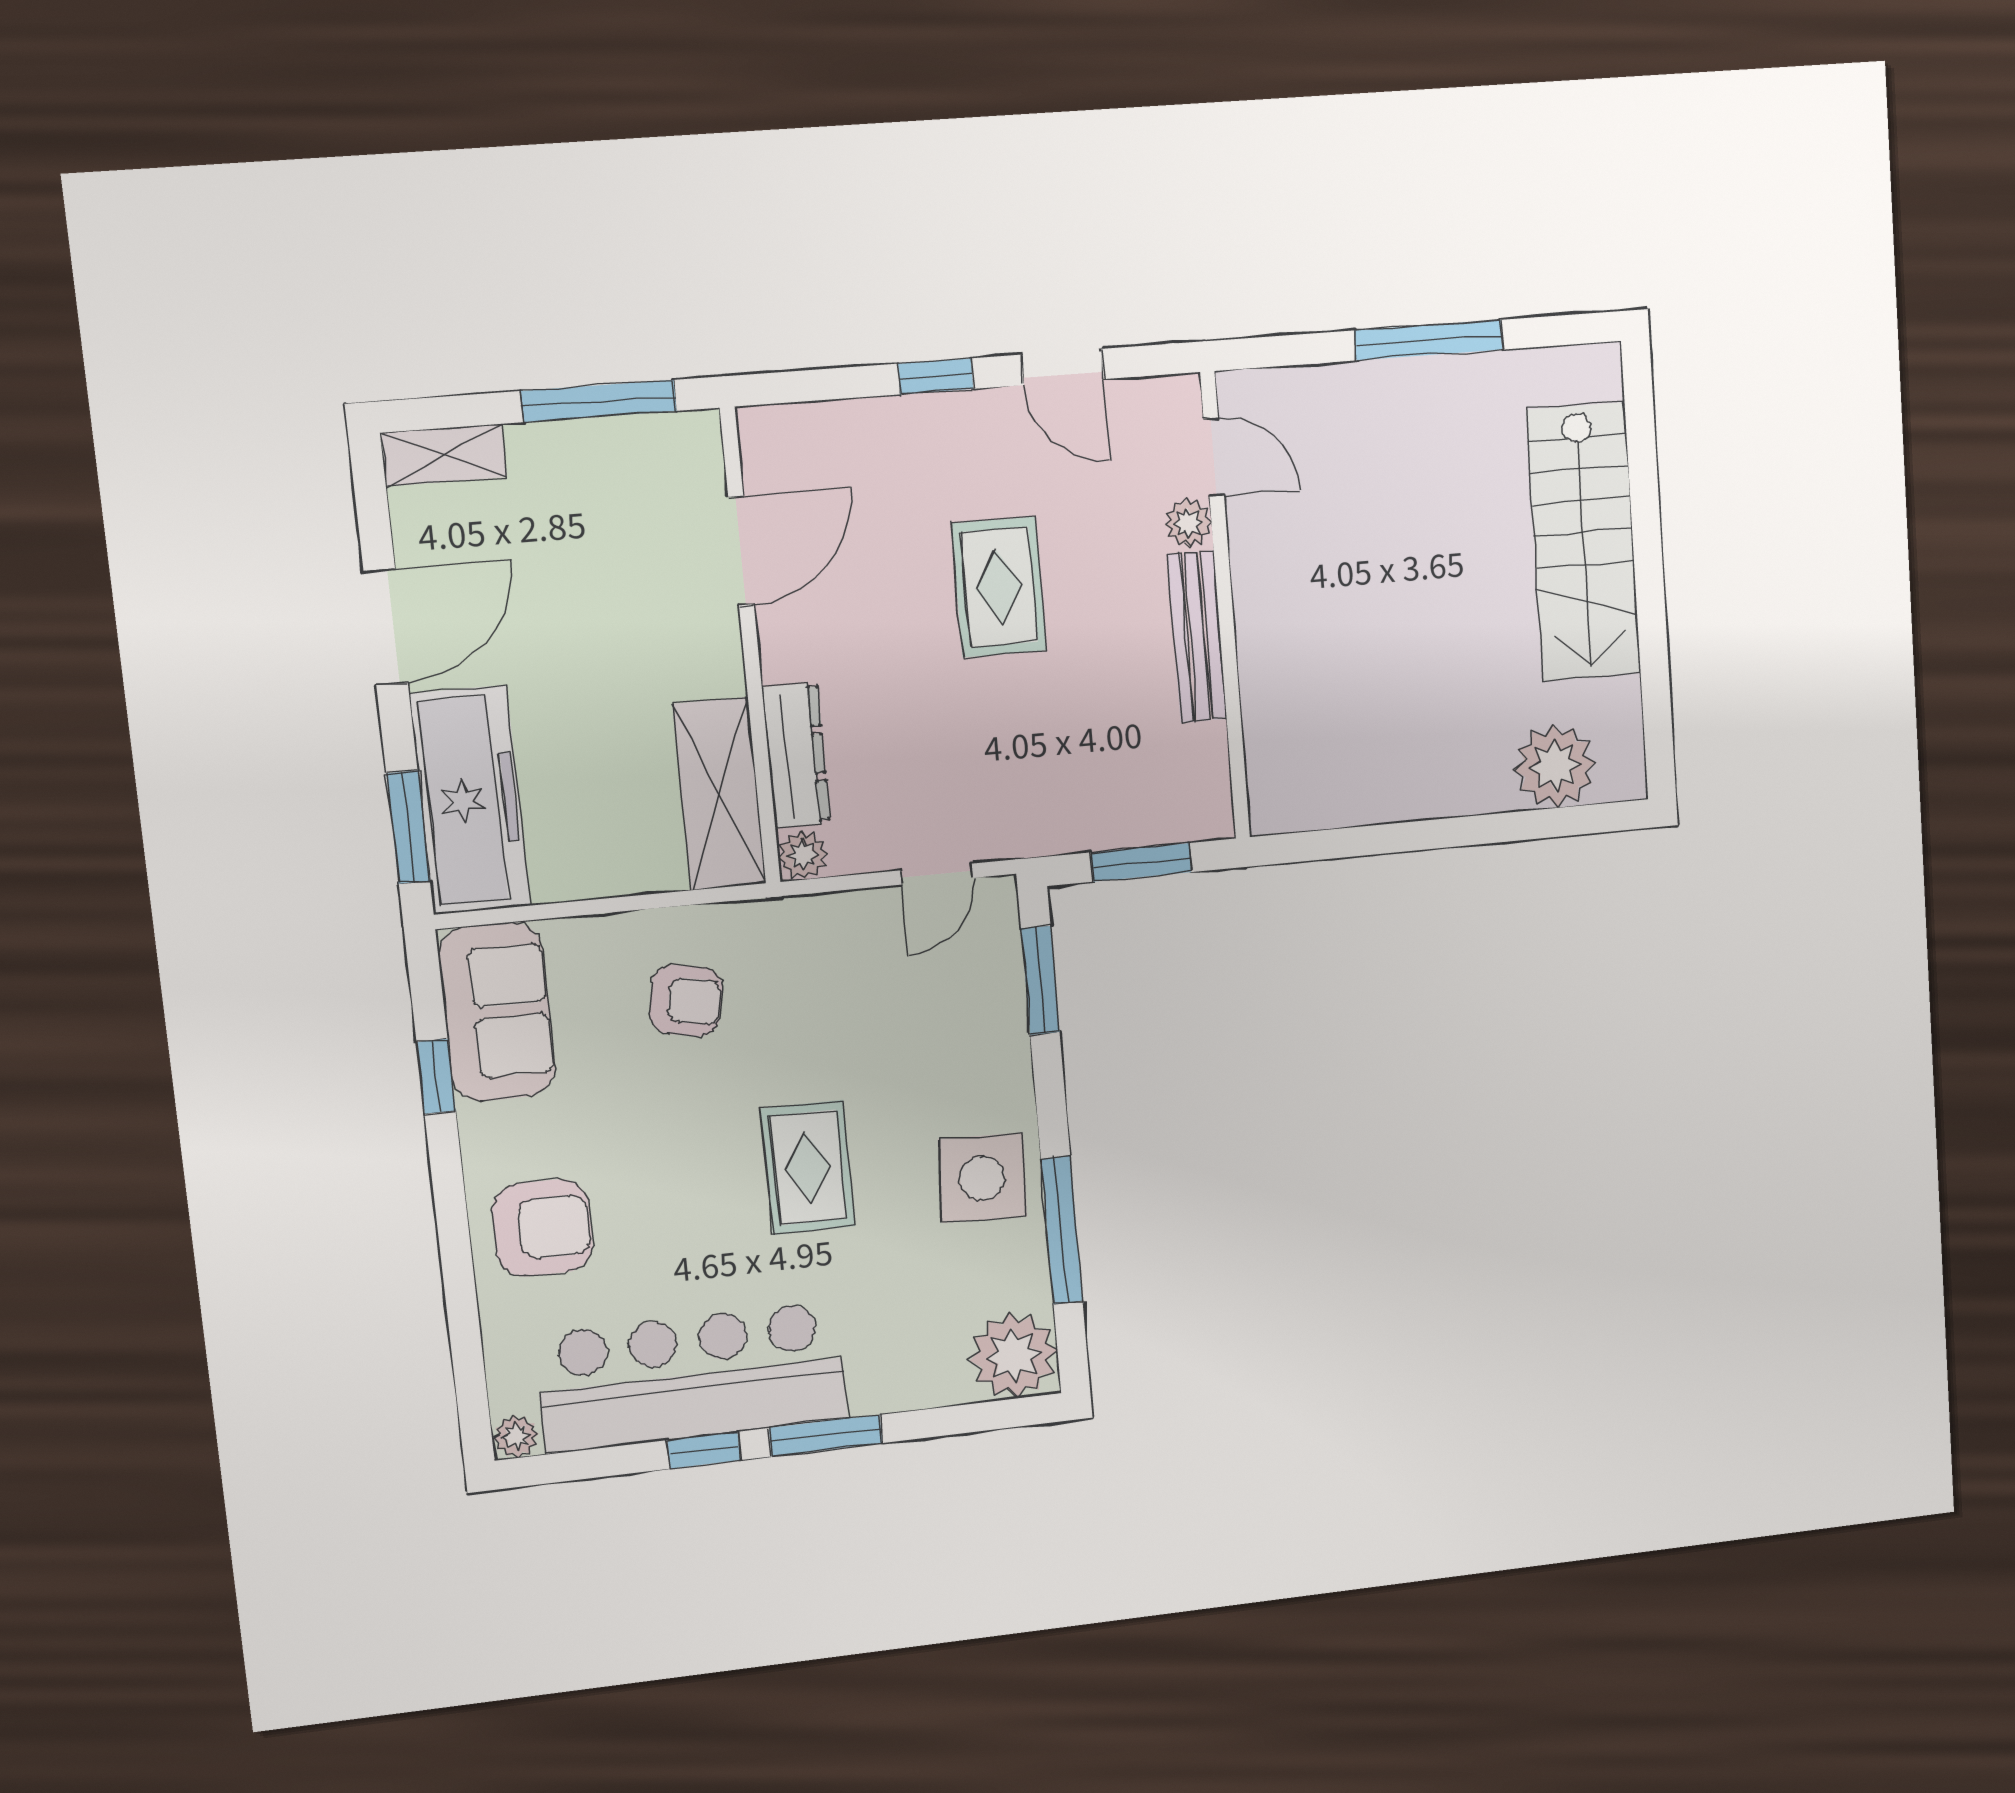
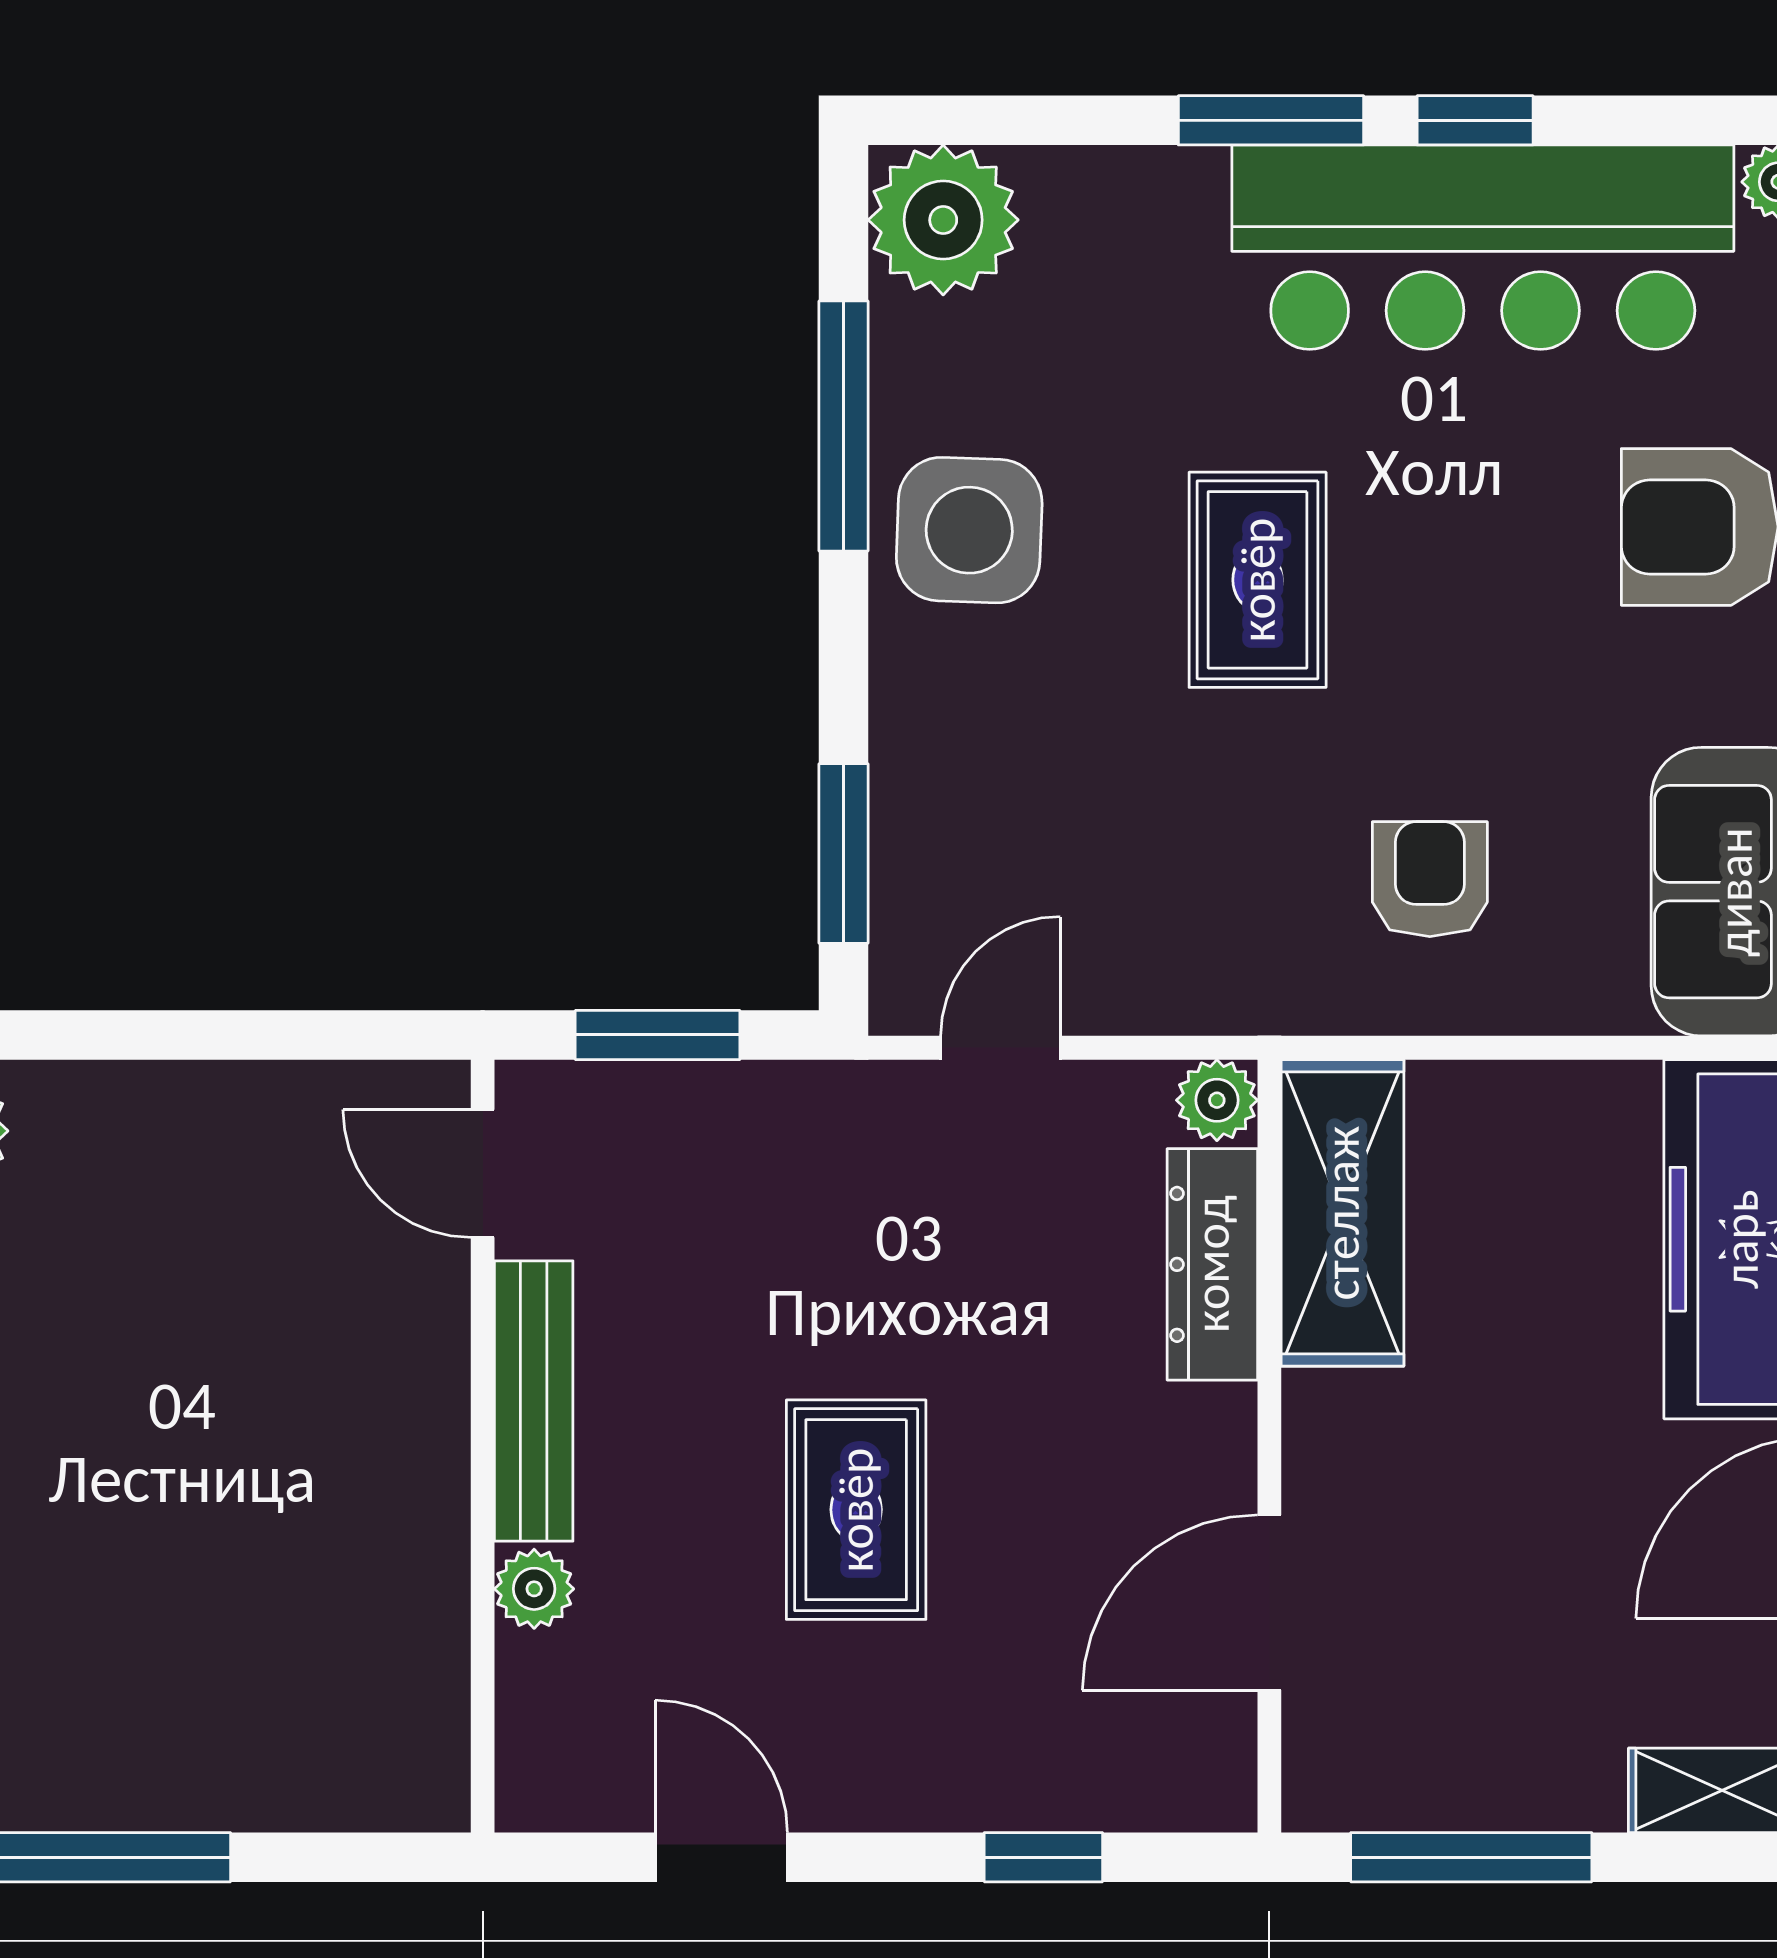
window: (936, 376) -> (1043, 1857), moved
door: (1214, 457) -> (483, 1173), moved
armchair: (686, 1001) -> (1430, 879), turned 80

